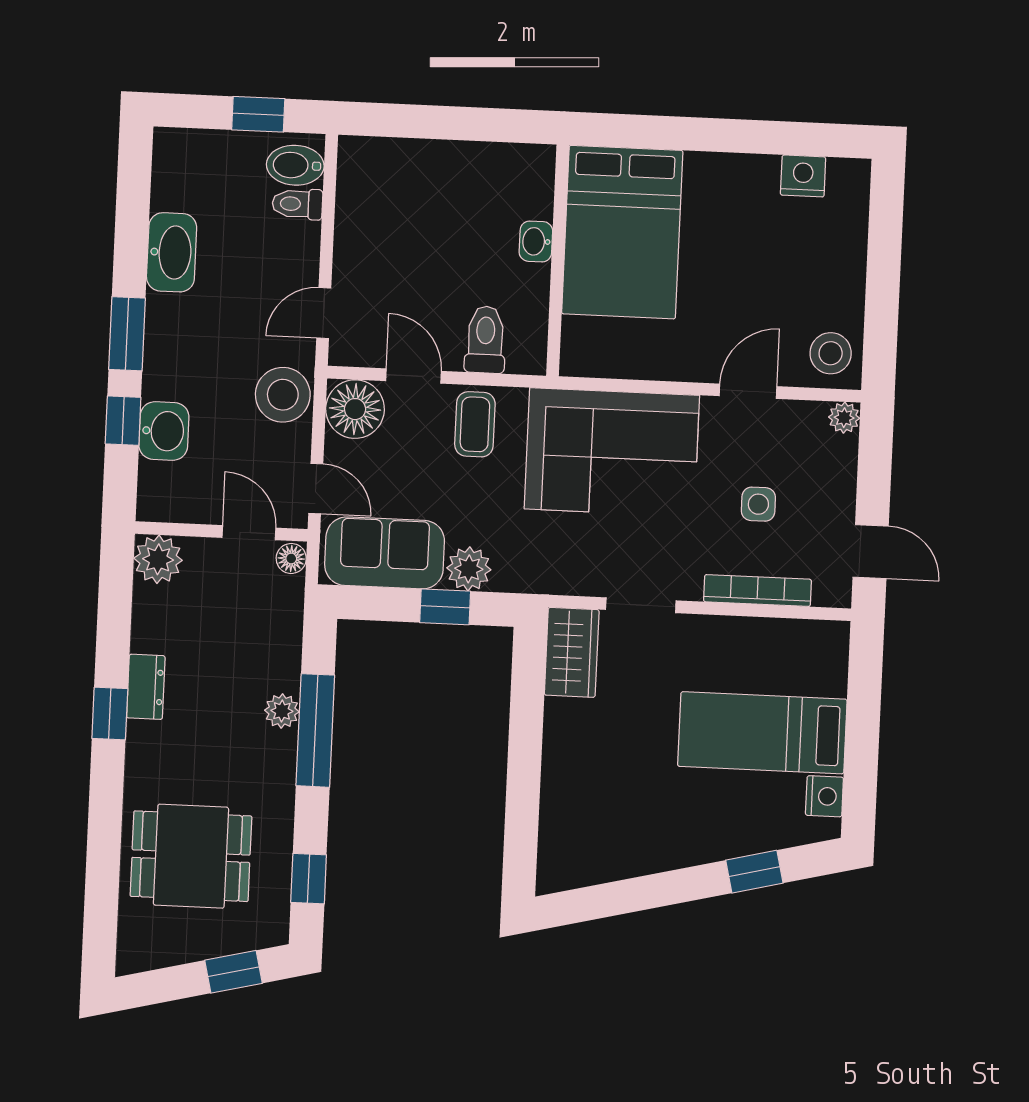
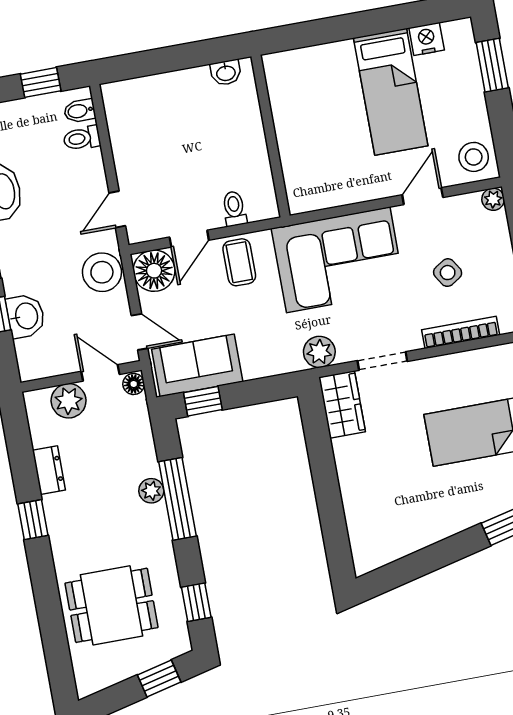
bidet: (295, 165) -> (80, 111), width x0.72, depth x0.74
bed: (622, 232) -> (391, 92), moved, width x0.67
window: (885, 233) -> (492, 65), added
washbasin: (536, 241) -> (226, 73), moved, turned -90
toilet: (485, 340) -> (234, 209), width x0.73, depth x0.72
door: (414, 376) -> (189, 239), swing flipped
side table: (758, 504) -> (448, 273), turned -32
plant: (158, 559) -> (69, 401), moved
plant: (469, 569) -> (319, 352), moved
window: (445, 607) -> (203, 401), moved
dresser: (146, 687) -> (49, 470), moved

